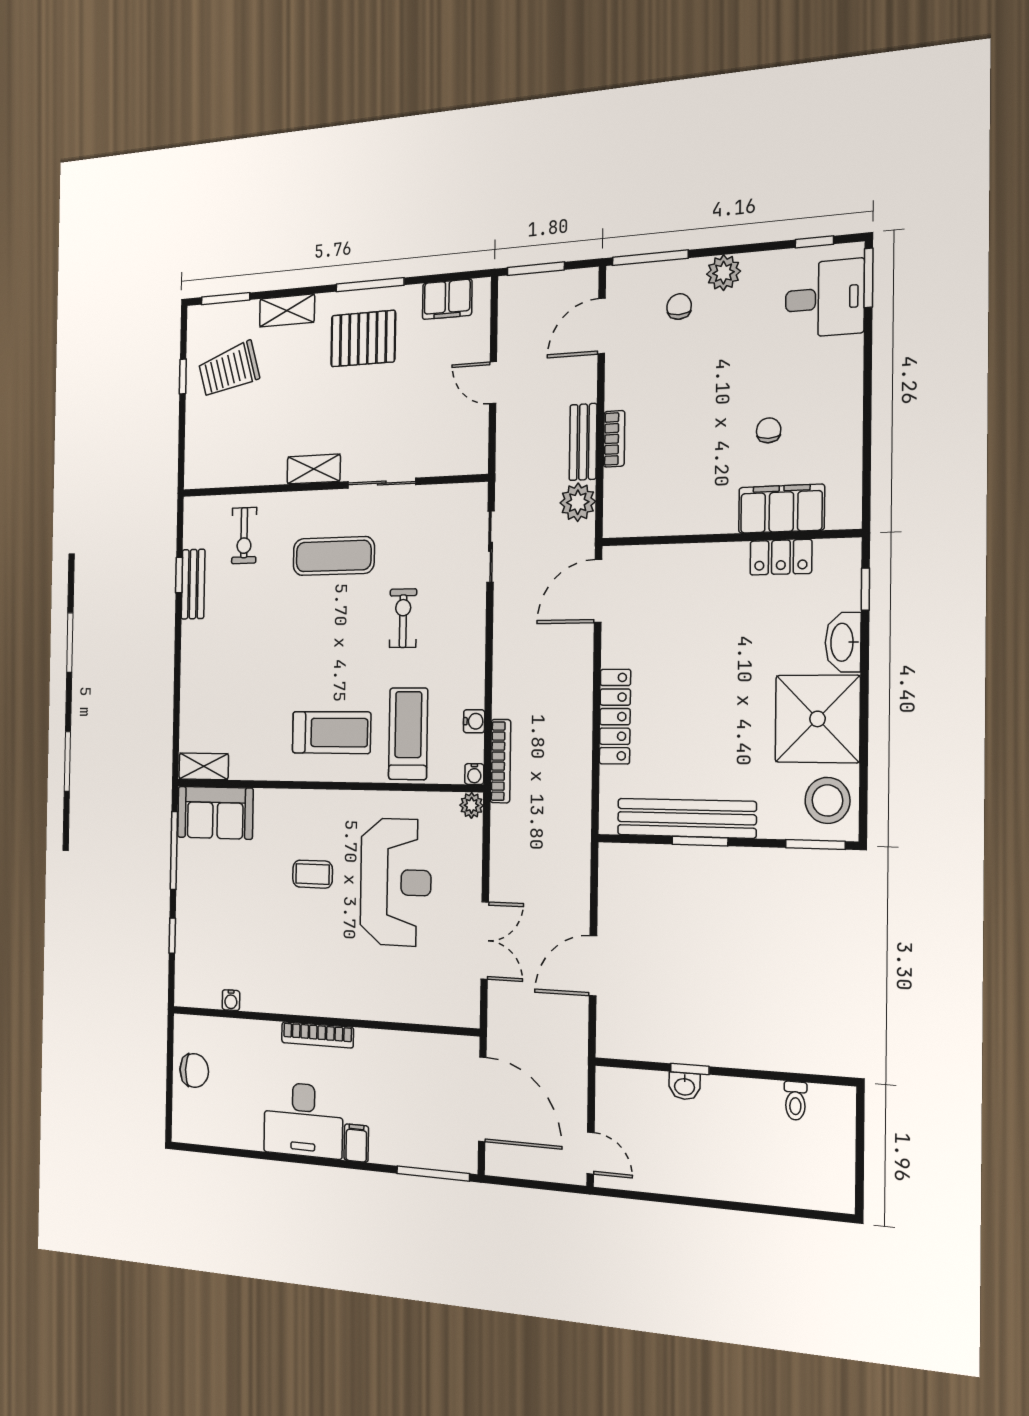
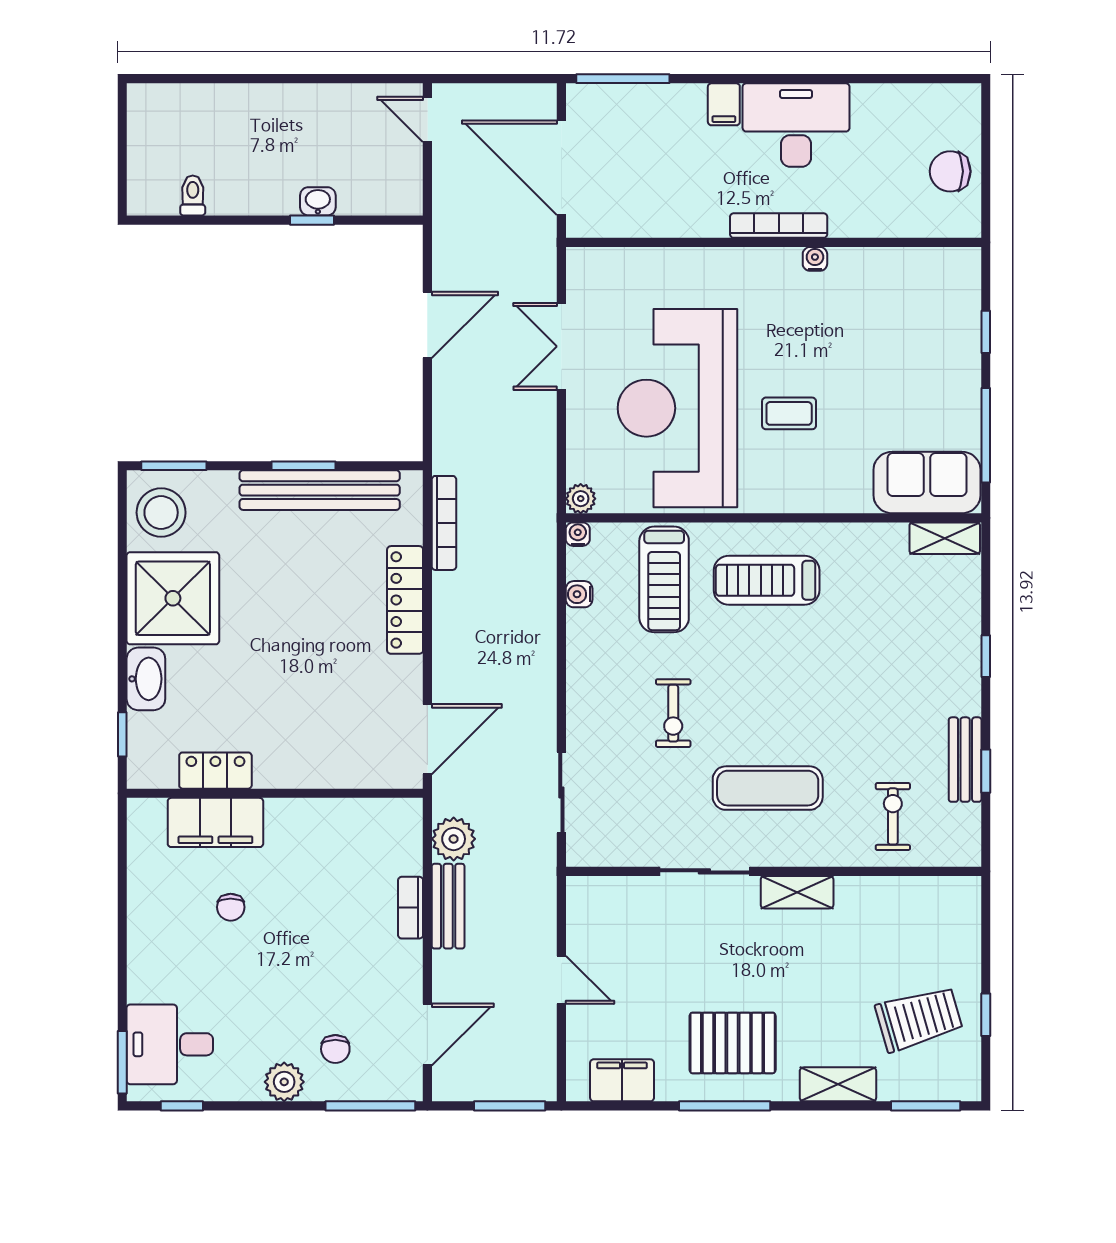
window: (177, 669) -> (986, 656), added
bookcase: (500, 761) -> (444, 523), moved, turned 180
reception desk: (396, 882) -> (677, 408), width x1.36, depth x1.30
water cooler: (231, 1000) -> (815, 259), moved

